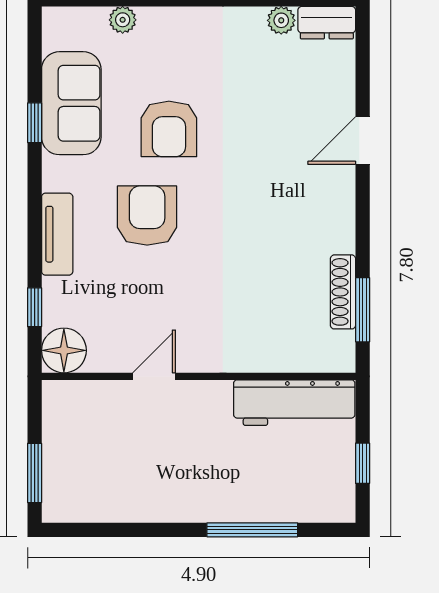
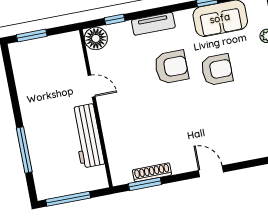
armchair: (169, 129) -> (217, 70), turned 180
door: (363, 140) -> (211, 171), moved
workbench: (294, 403) -> (88, 136), moved
window: (363, 463) -> (68, 199), width x2.17

